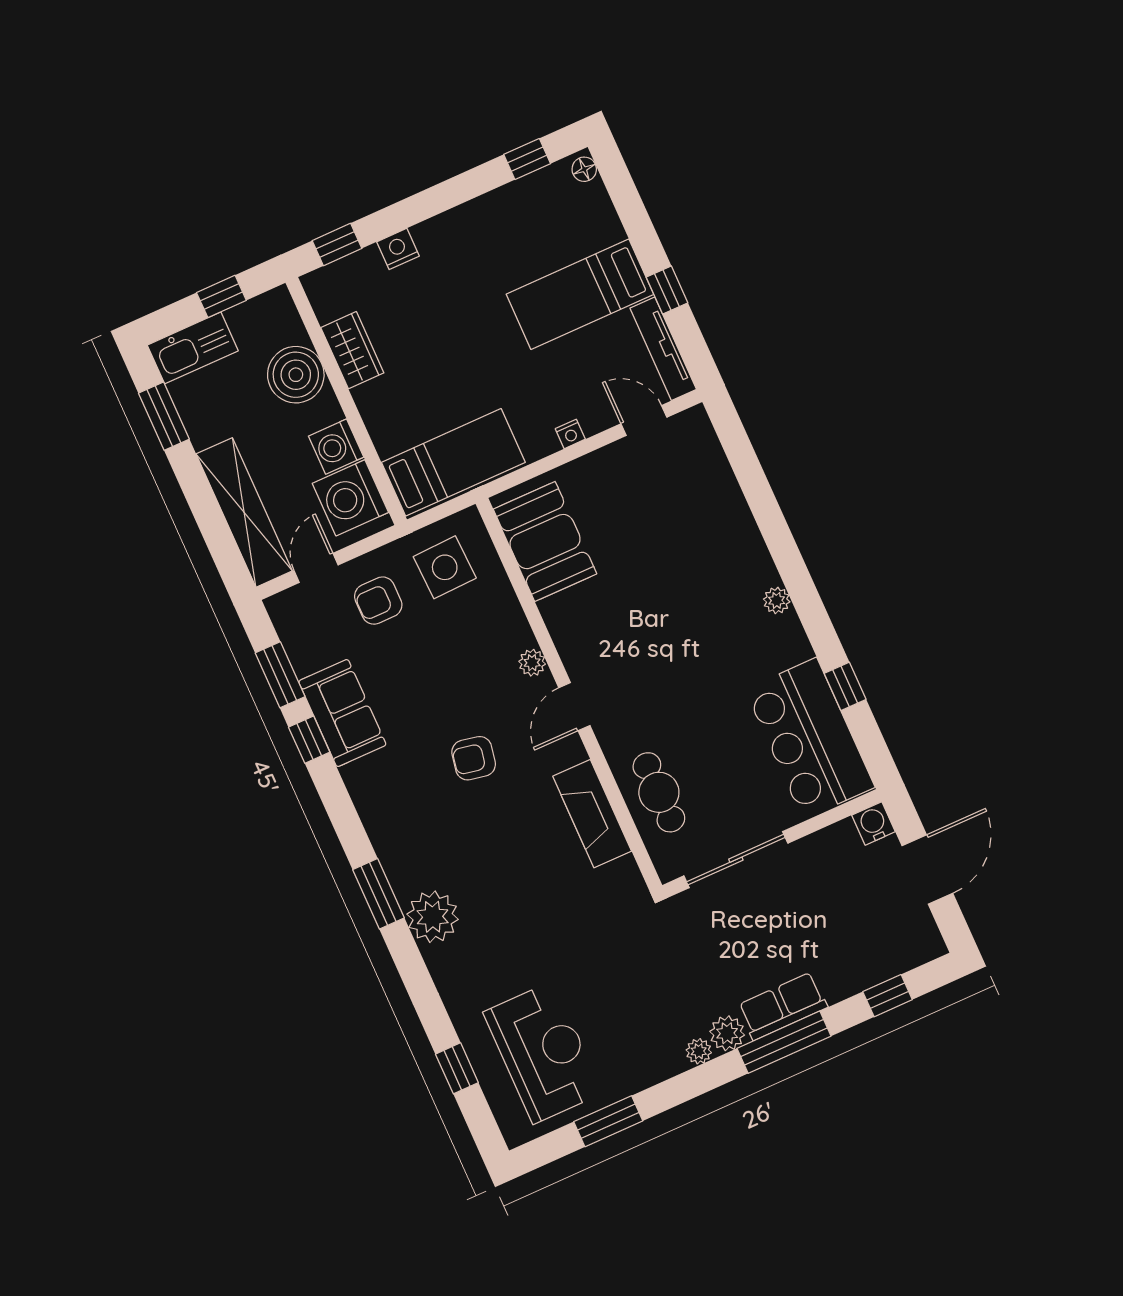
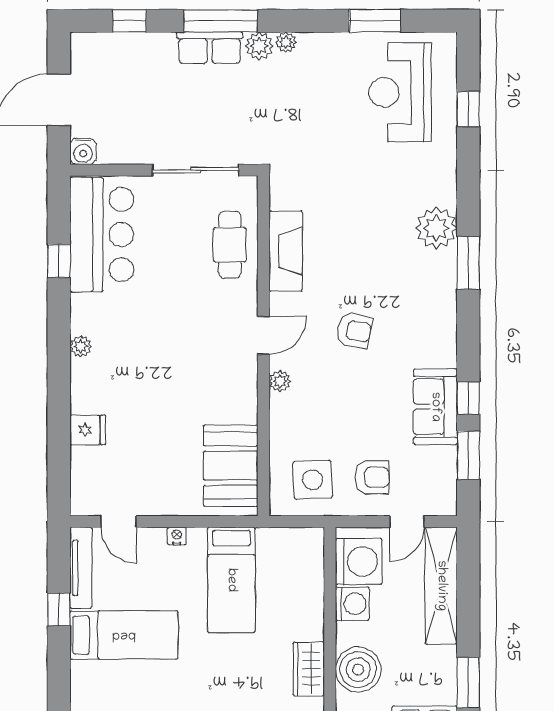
bed: (453, 462) -> (231, 580), moved, turned -90
fridge: (726, 509) -> (88, 430), added

